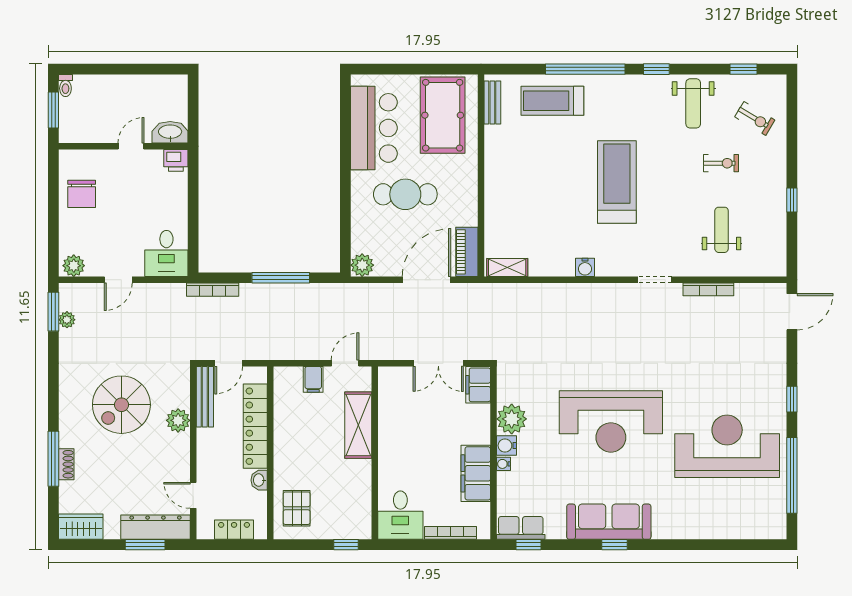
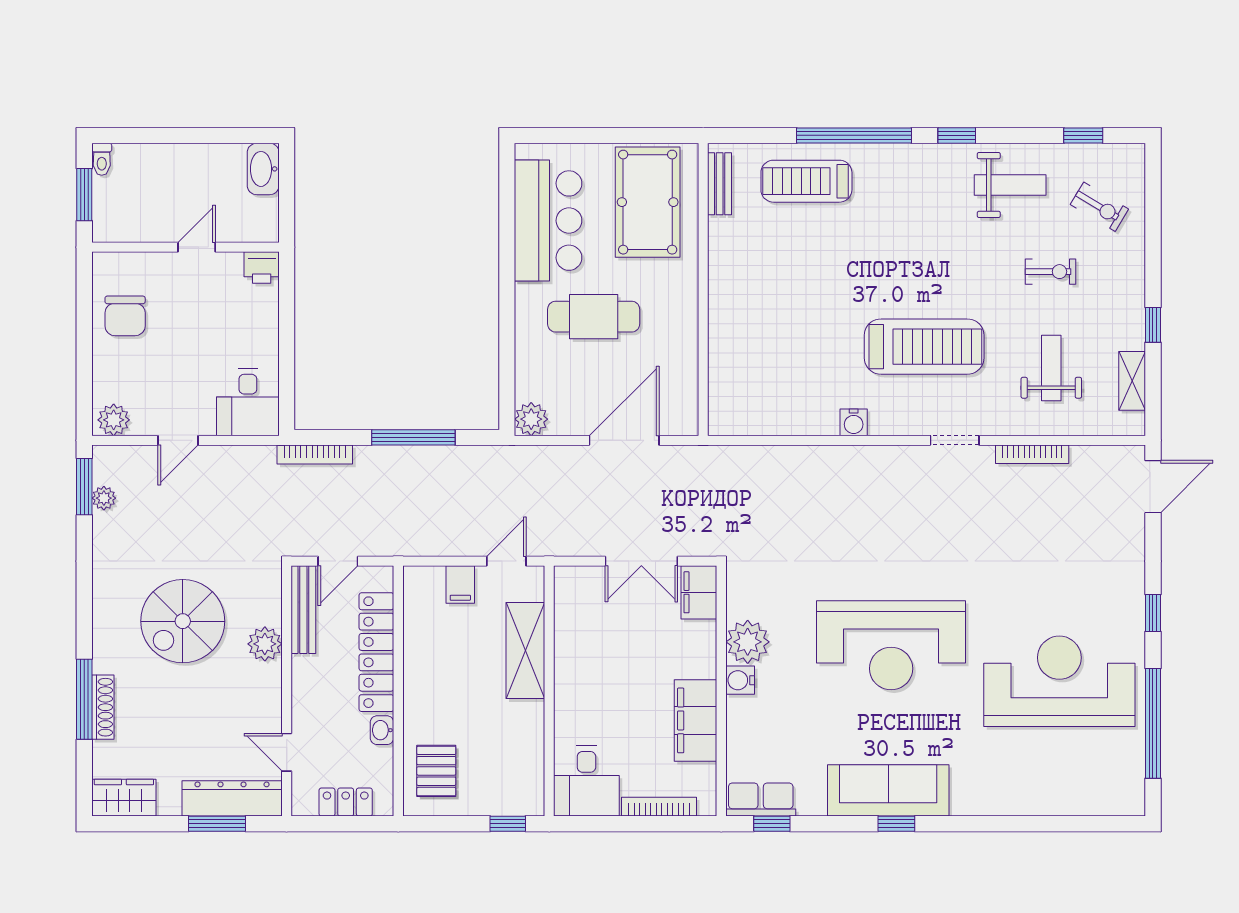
weight bench: (693, 103) -> (1010, 185), turned -90
washbasin: (170, 132) -> (263, 169), moved, turned -90
treadmill: (617, 182) -> (924, 347), moved, turned 90
piano: (467, 252) -> (683, 400), removed
shelving: (507, 268) -> (1132, 381), moved, turned 90
shoe rack: (66, 464) -> (103, 707), width x1.43
water cooler: (503, 464) -> (736, 707), removed

